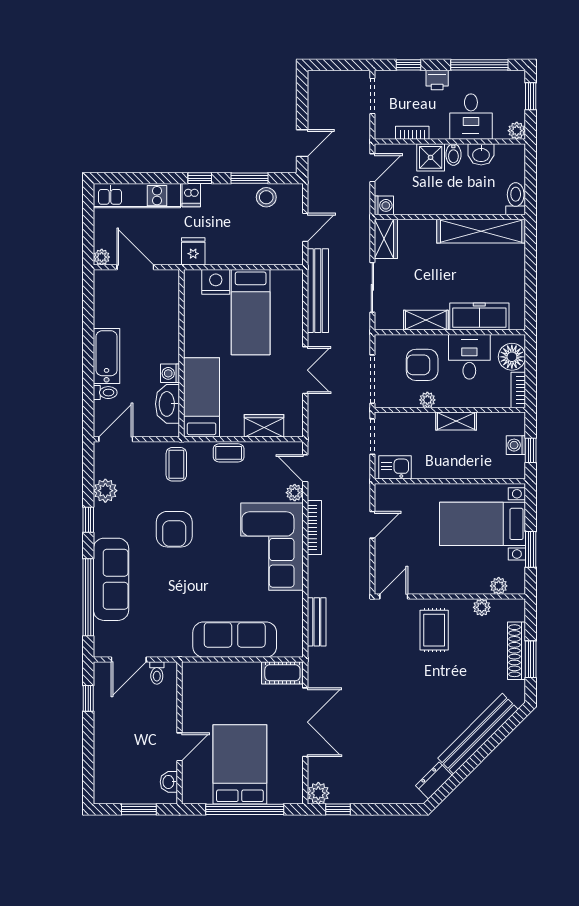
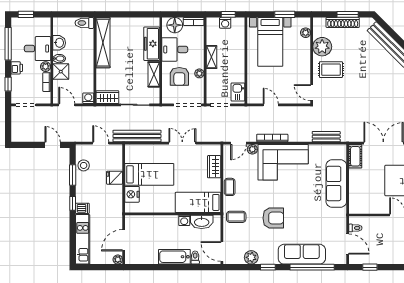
plant: (517, 131) -> (46, 67), moved
fridge: (193, 251) -> (115, 178), moved
plant: (482, 607) -> (322, 47), width x1.87, depth x1.87

